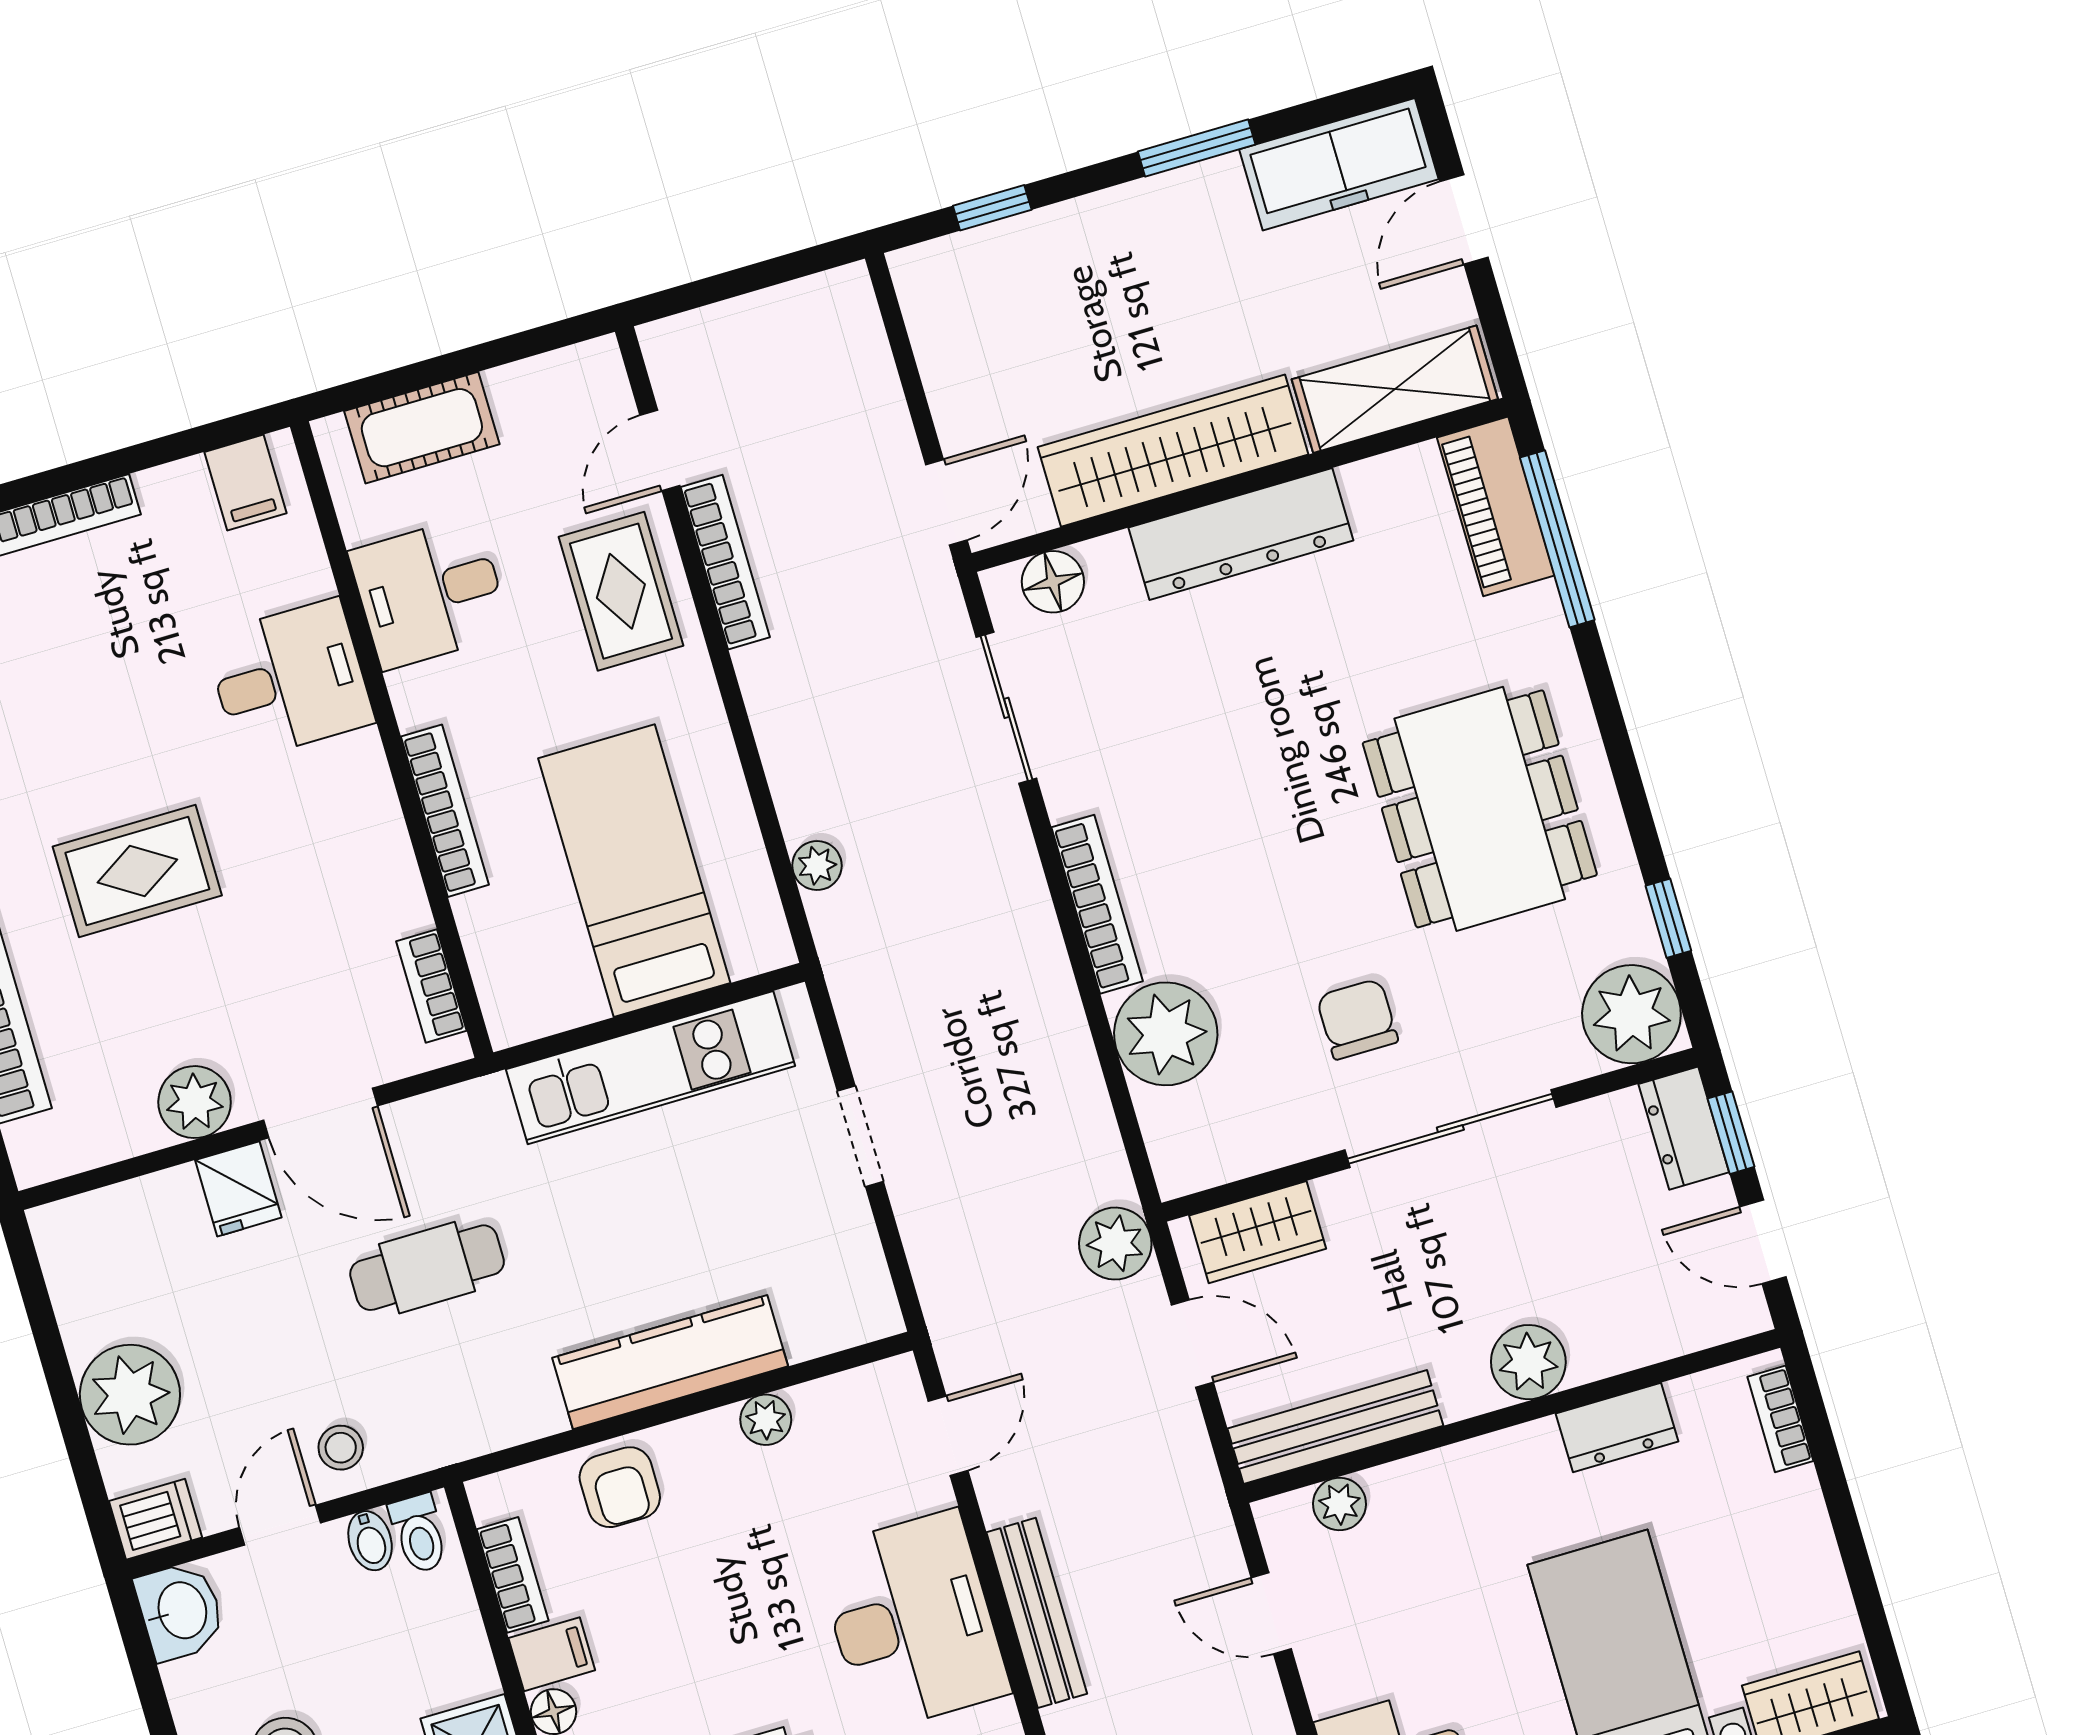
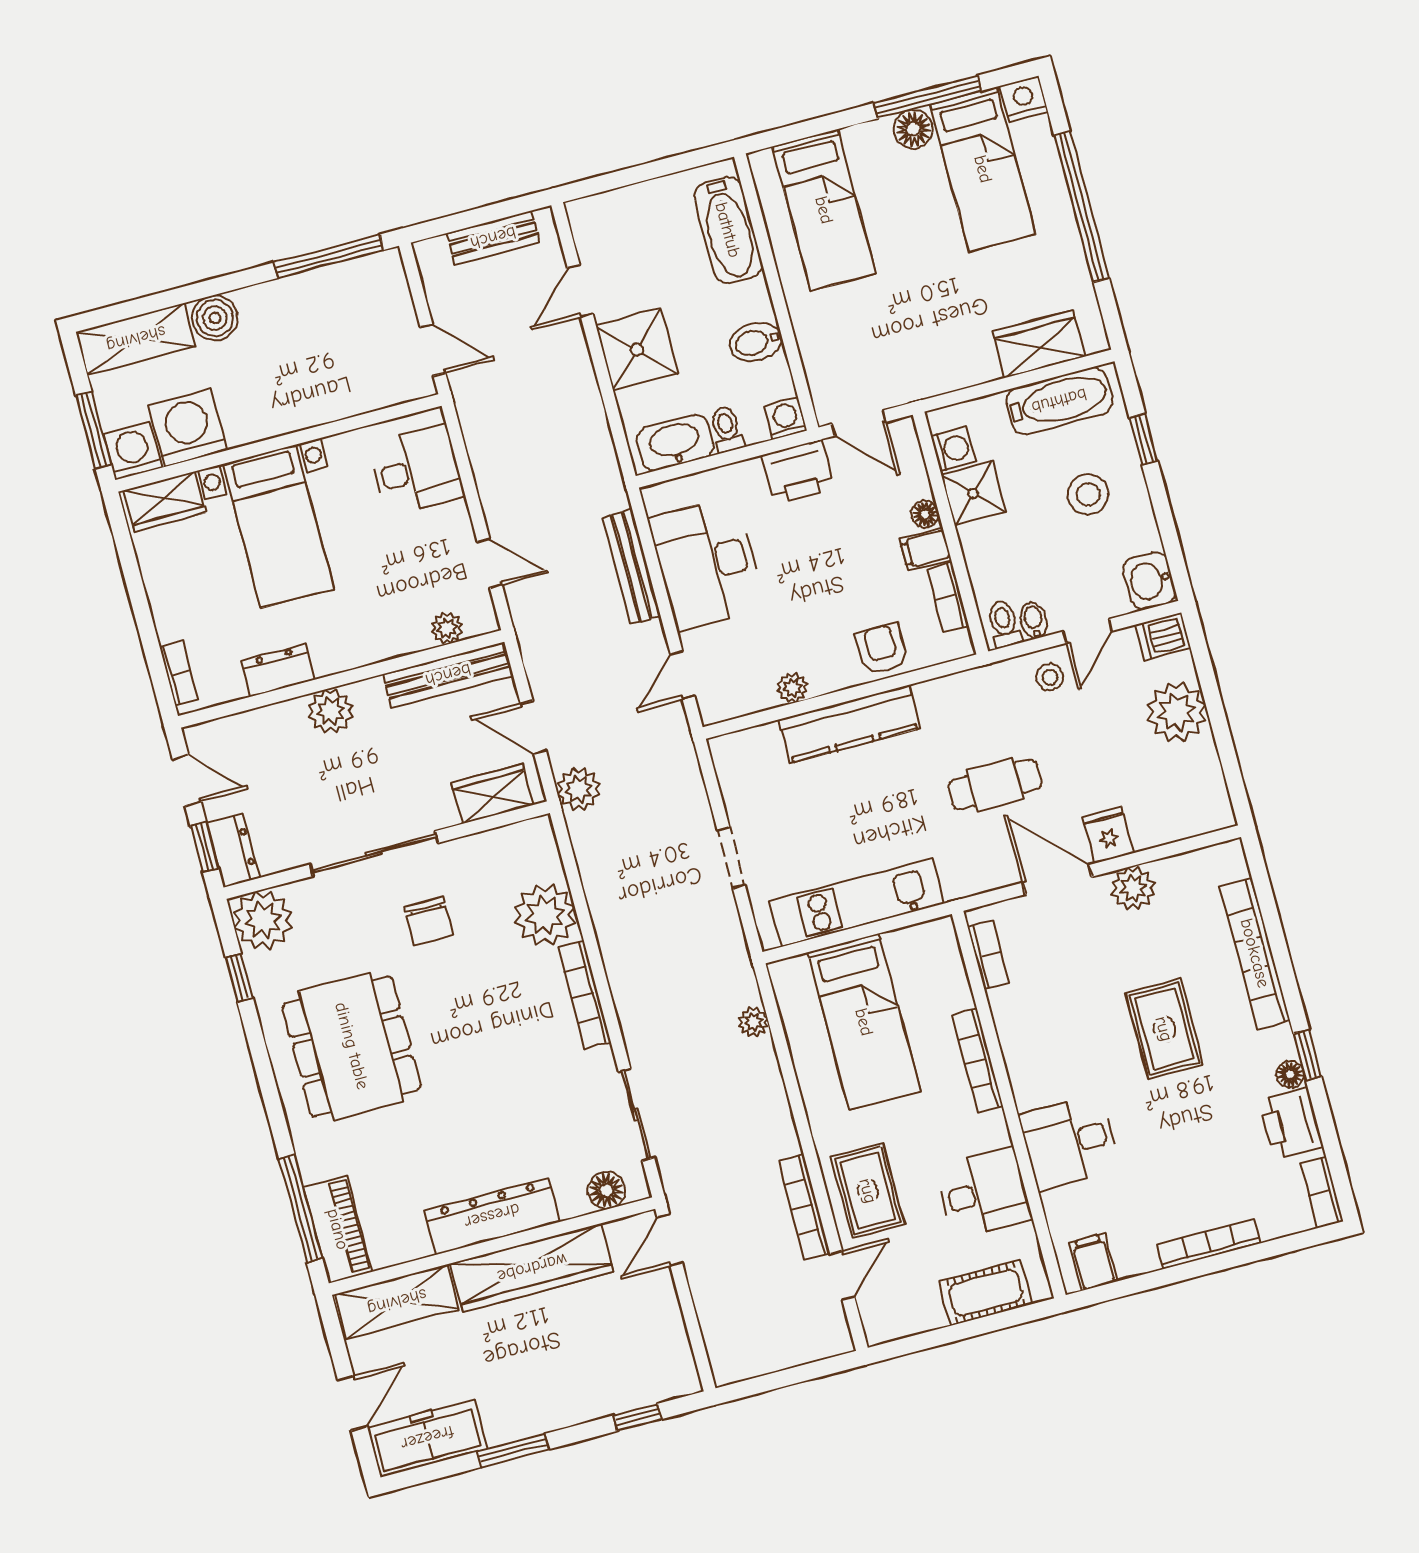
rug: (137, 871) -> (1164, 1029), turned 90

